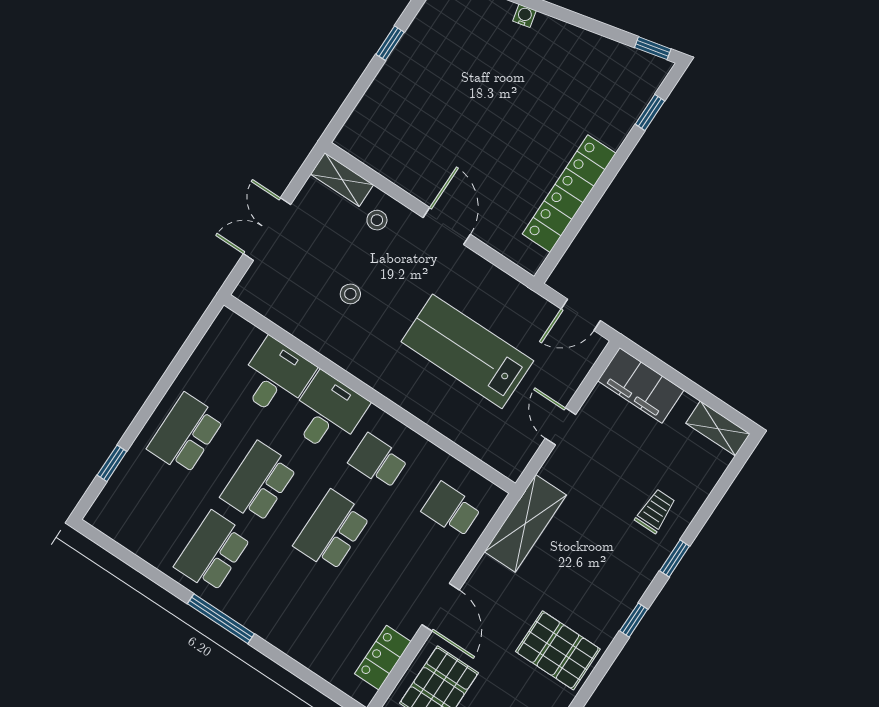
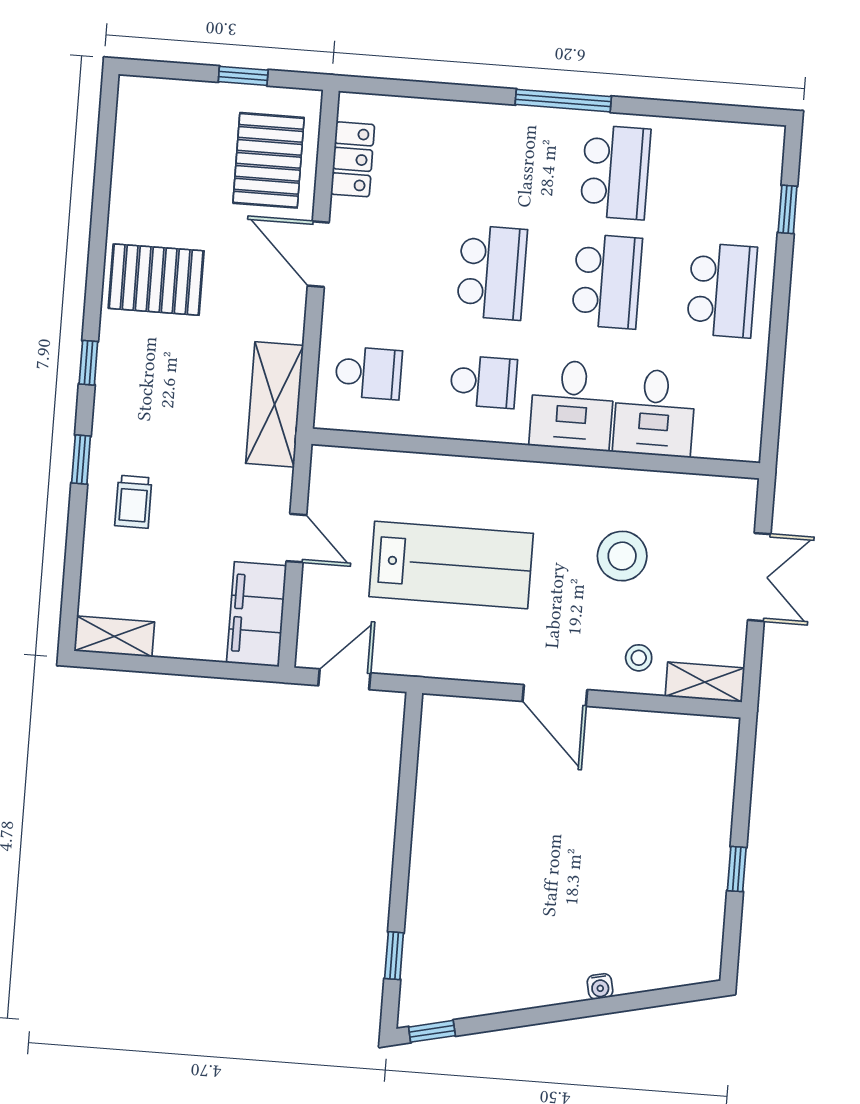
locker: (569, 194) -> (435, 811), removed
stool: (350, 294) -> (622, 556), width x1.89, depth x1.89
filing cabinet: (641, 385) -> (257, 614), moved, turned -90

